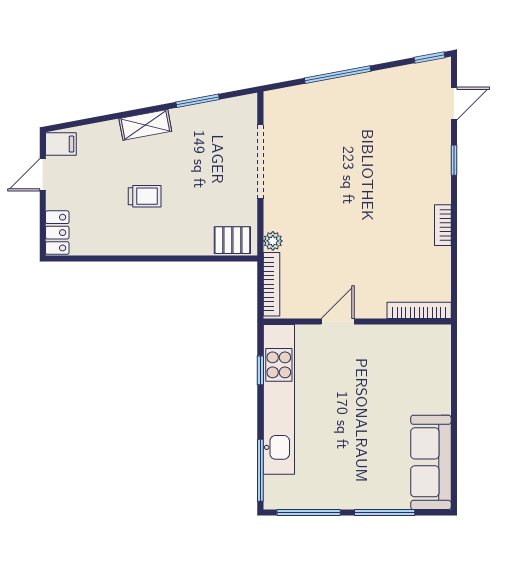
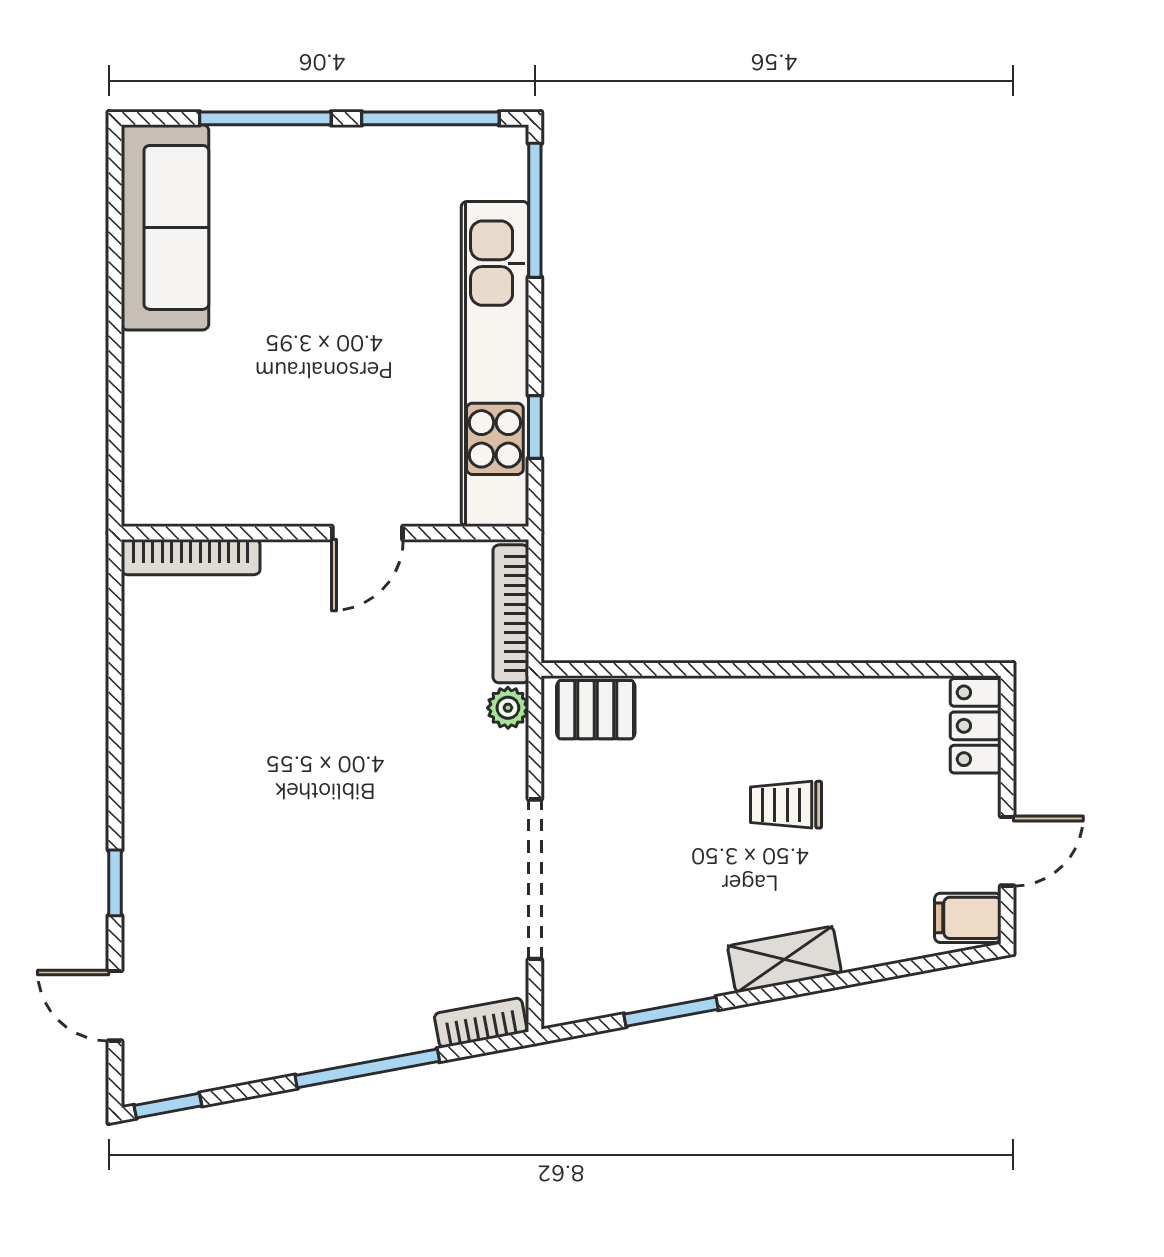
door: (454, 104) -> (115, 1006), hinge flipped
bookcase: (443, 225) -> (481, 1023), moved, turned -101

